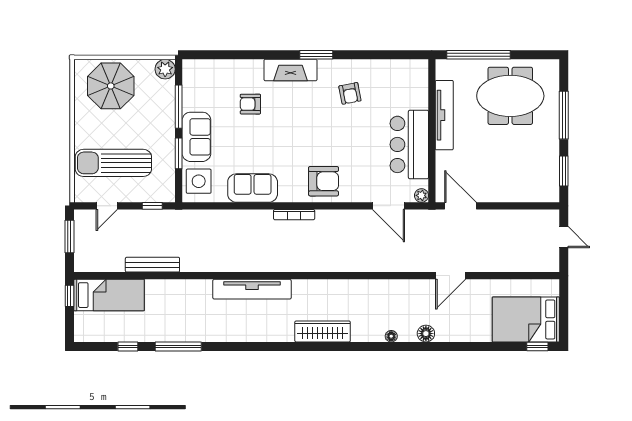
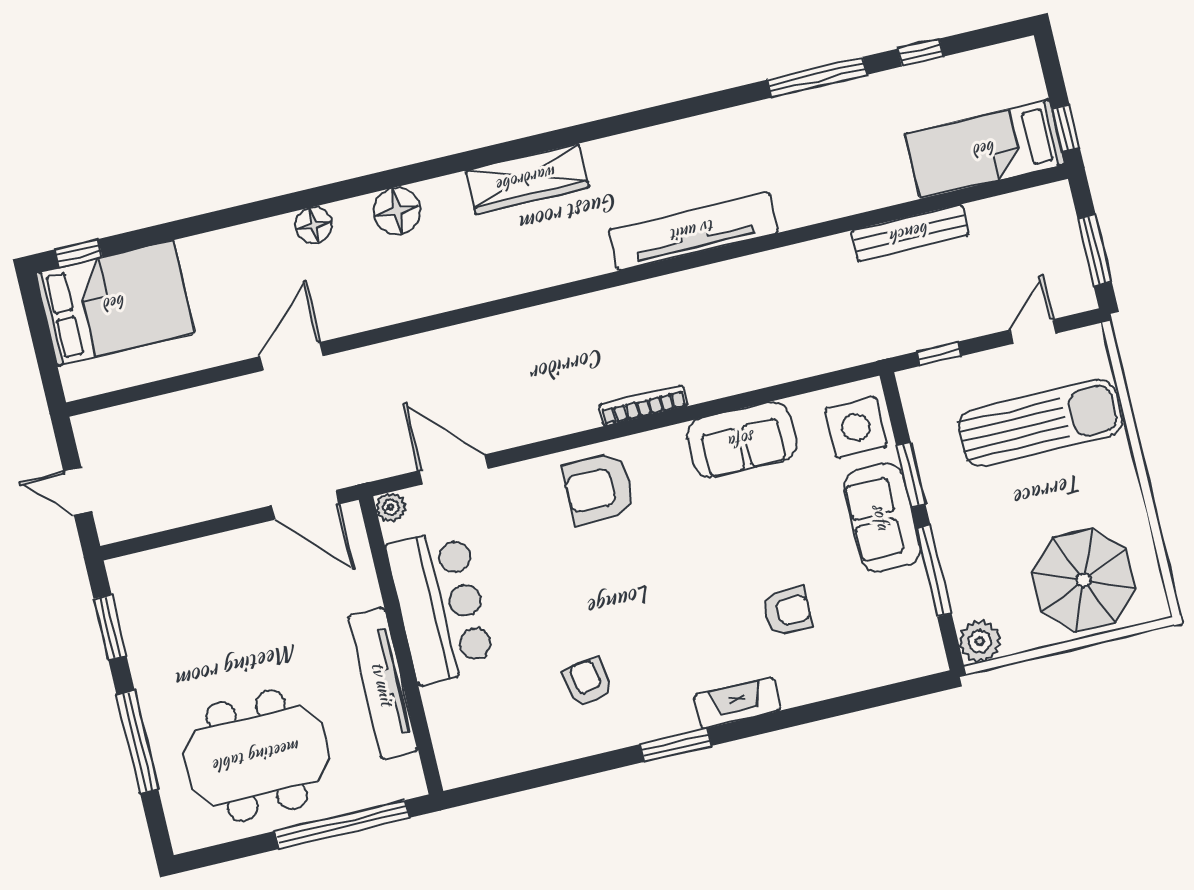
fireplace: (290, 70) -> (737, 703), width x0.73, depth x0.76
floor lamp: (391, 336) -> (397, 211), width x1.89, depth x1.89

